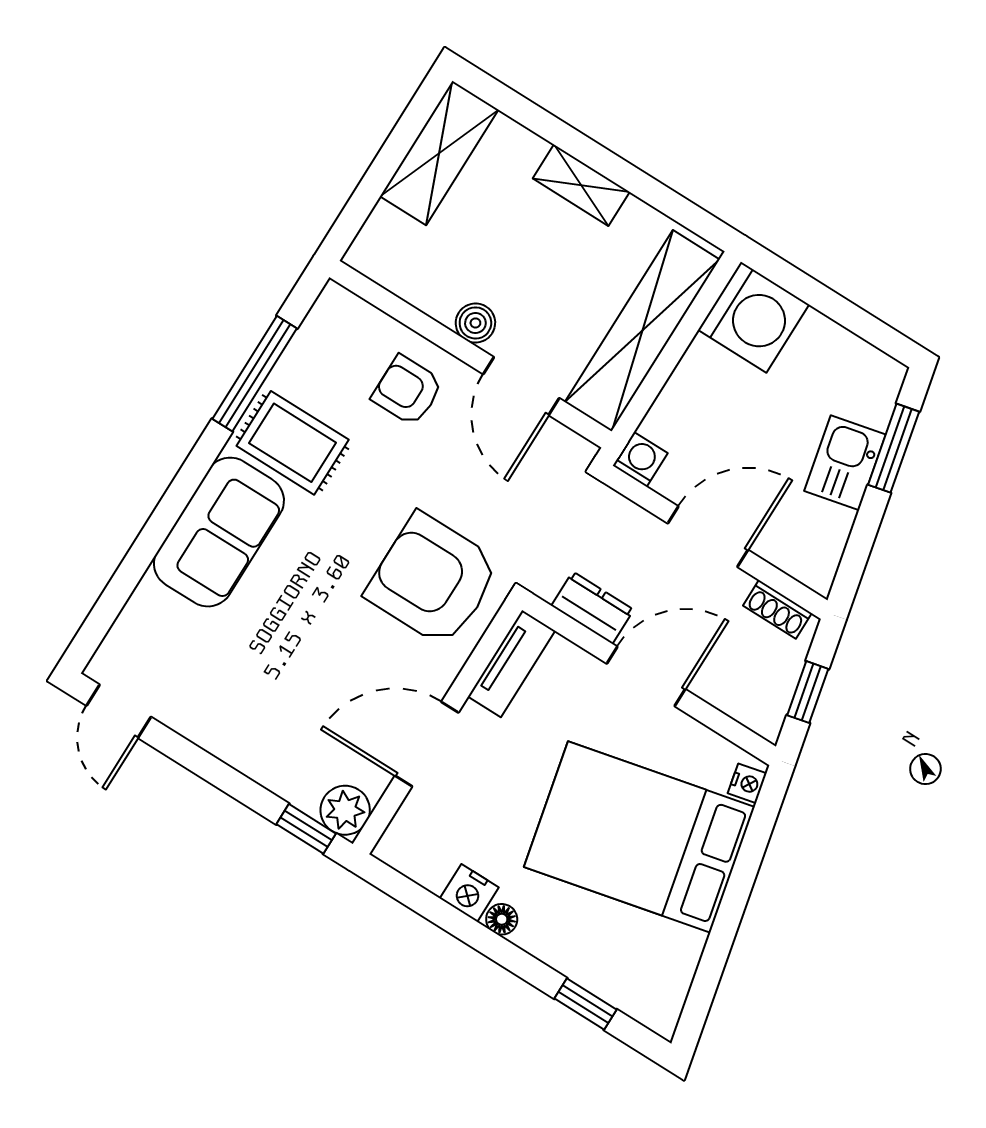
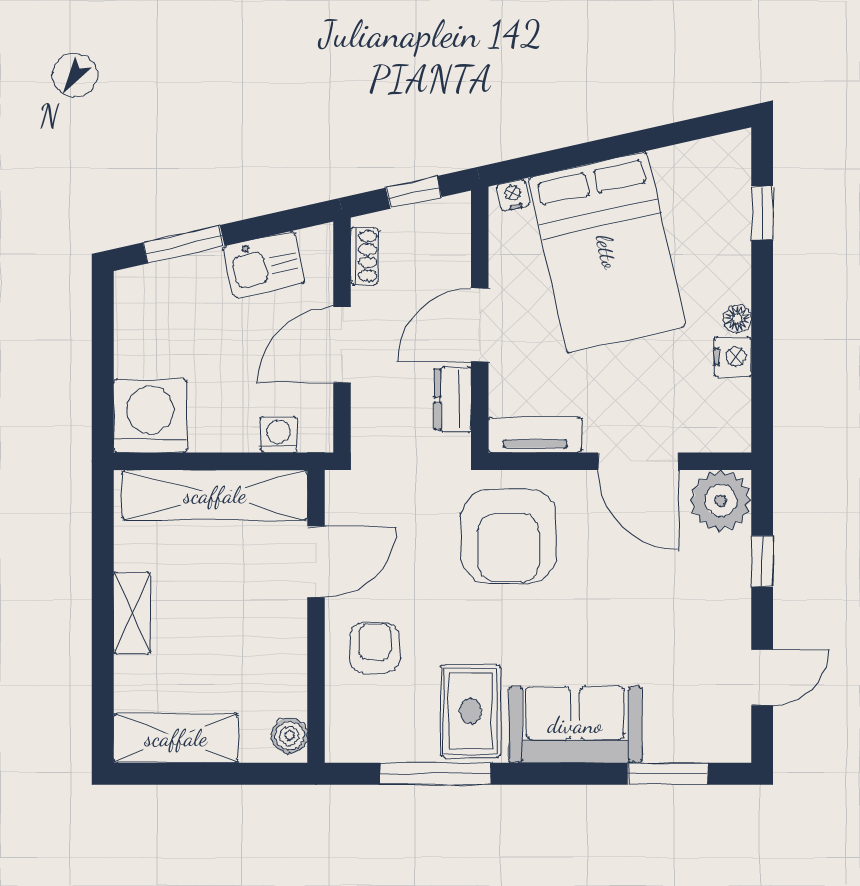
boiler: (475, 323) -> (290, 736), moved
armchair: (407, 391) -> (375, 648), turned 180
washing machine: (640, 459) -> (278, 434), moved, turned 90
kitchen sink: (845, 463) -> (264, 264), moved
door: (708, 537) -> (342, 345), hinge flipped
window: (119, 589) -> (668, 774), added
door: (646, 676) -> (480, 325), hinge flipped
door: (119, 711) -> (762, 677), moved
plant: (345, 810) -> (721, 501), width x1.36, depth x1.36
window: (306, 829) -> (762, 561), moved

